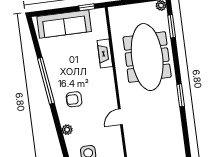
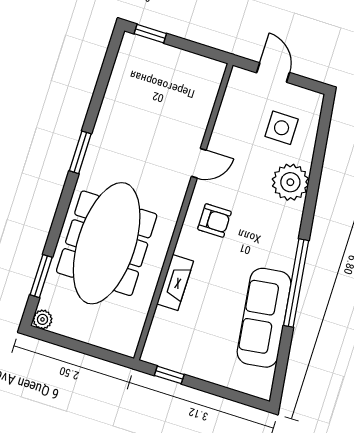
sofa: (64, 24) -> (264, 318), moved, turned -98
armchair: (74, 99) -> (214, 220), moved
plant: (67, 130) -> (290, 182), width x1.88, depth x1.88

